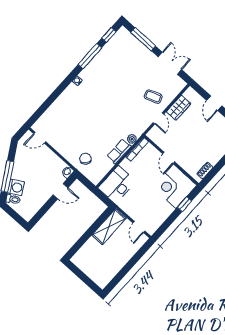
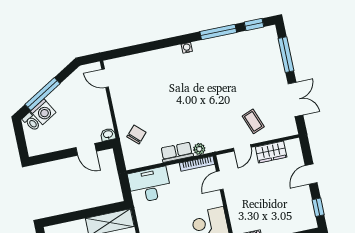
door: (169, 158) -> (220, 180), moved

